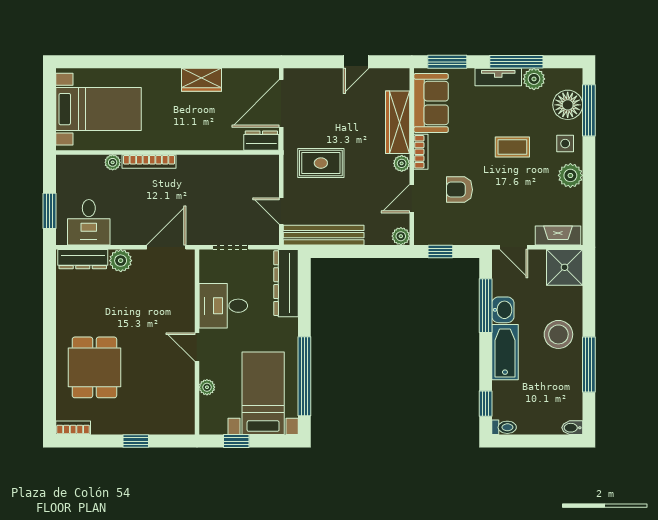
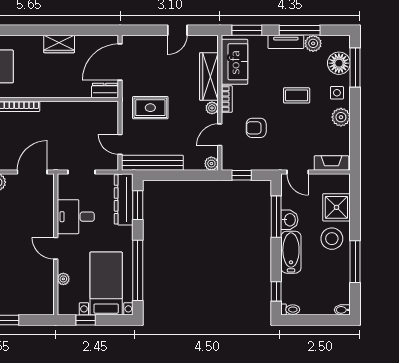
shower: (565, 267) -> (336, 207), moved
window: (304, 291) -> (138, 205), added

